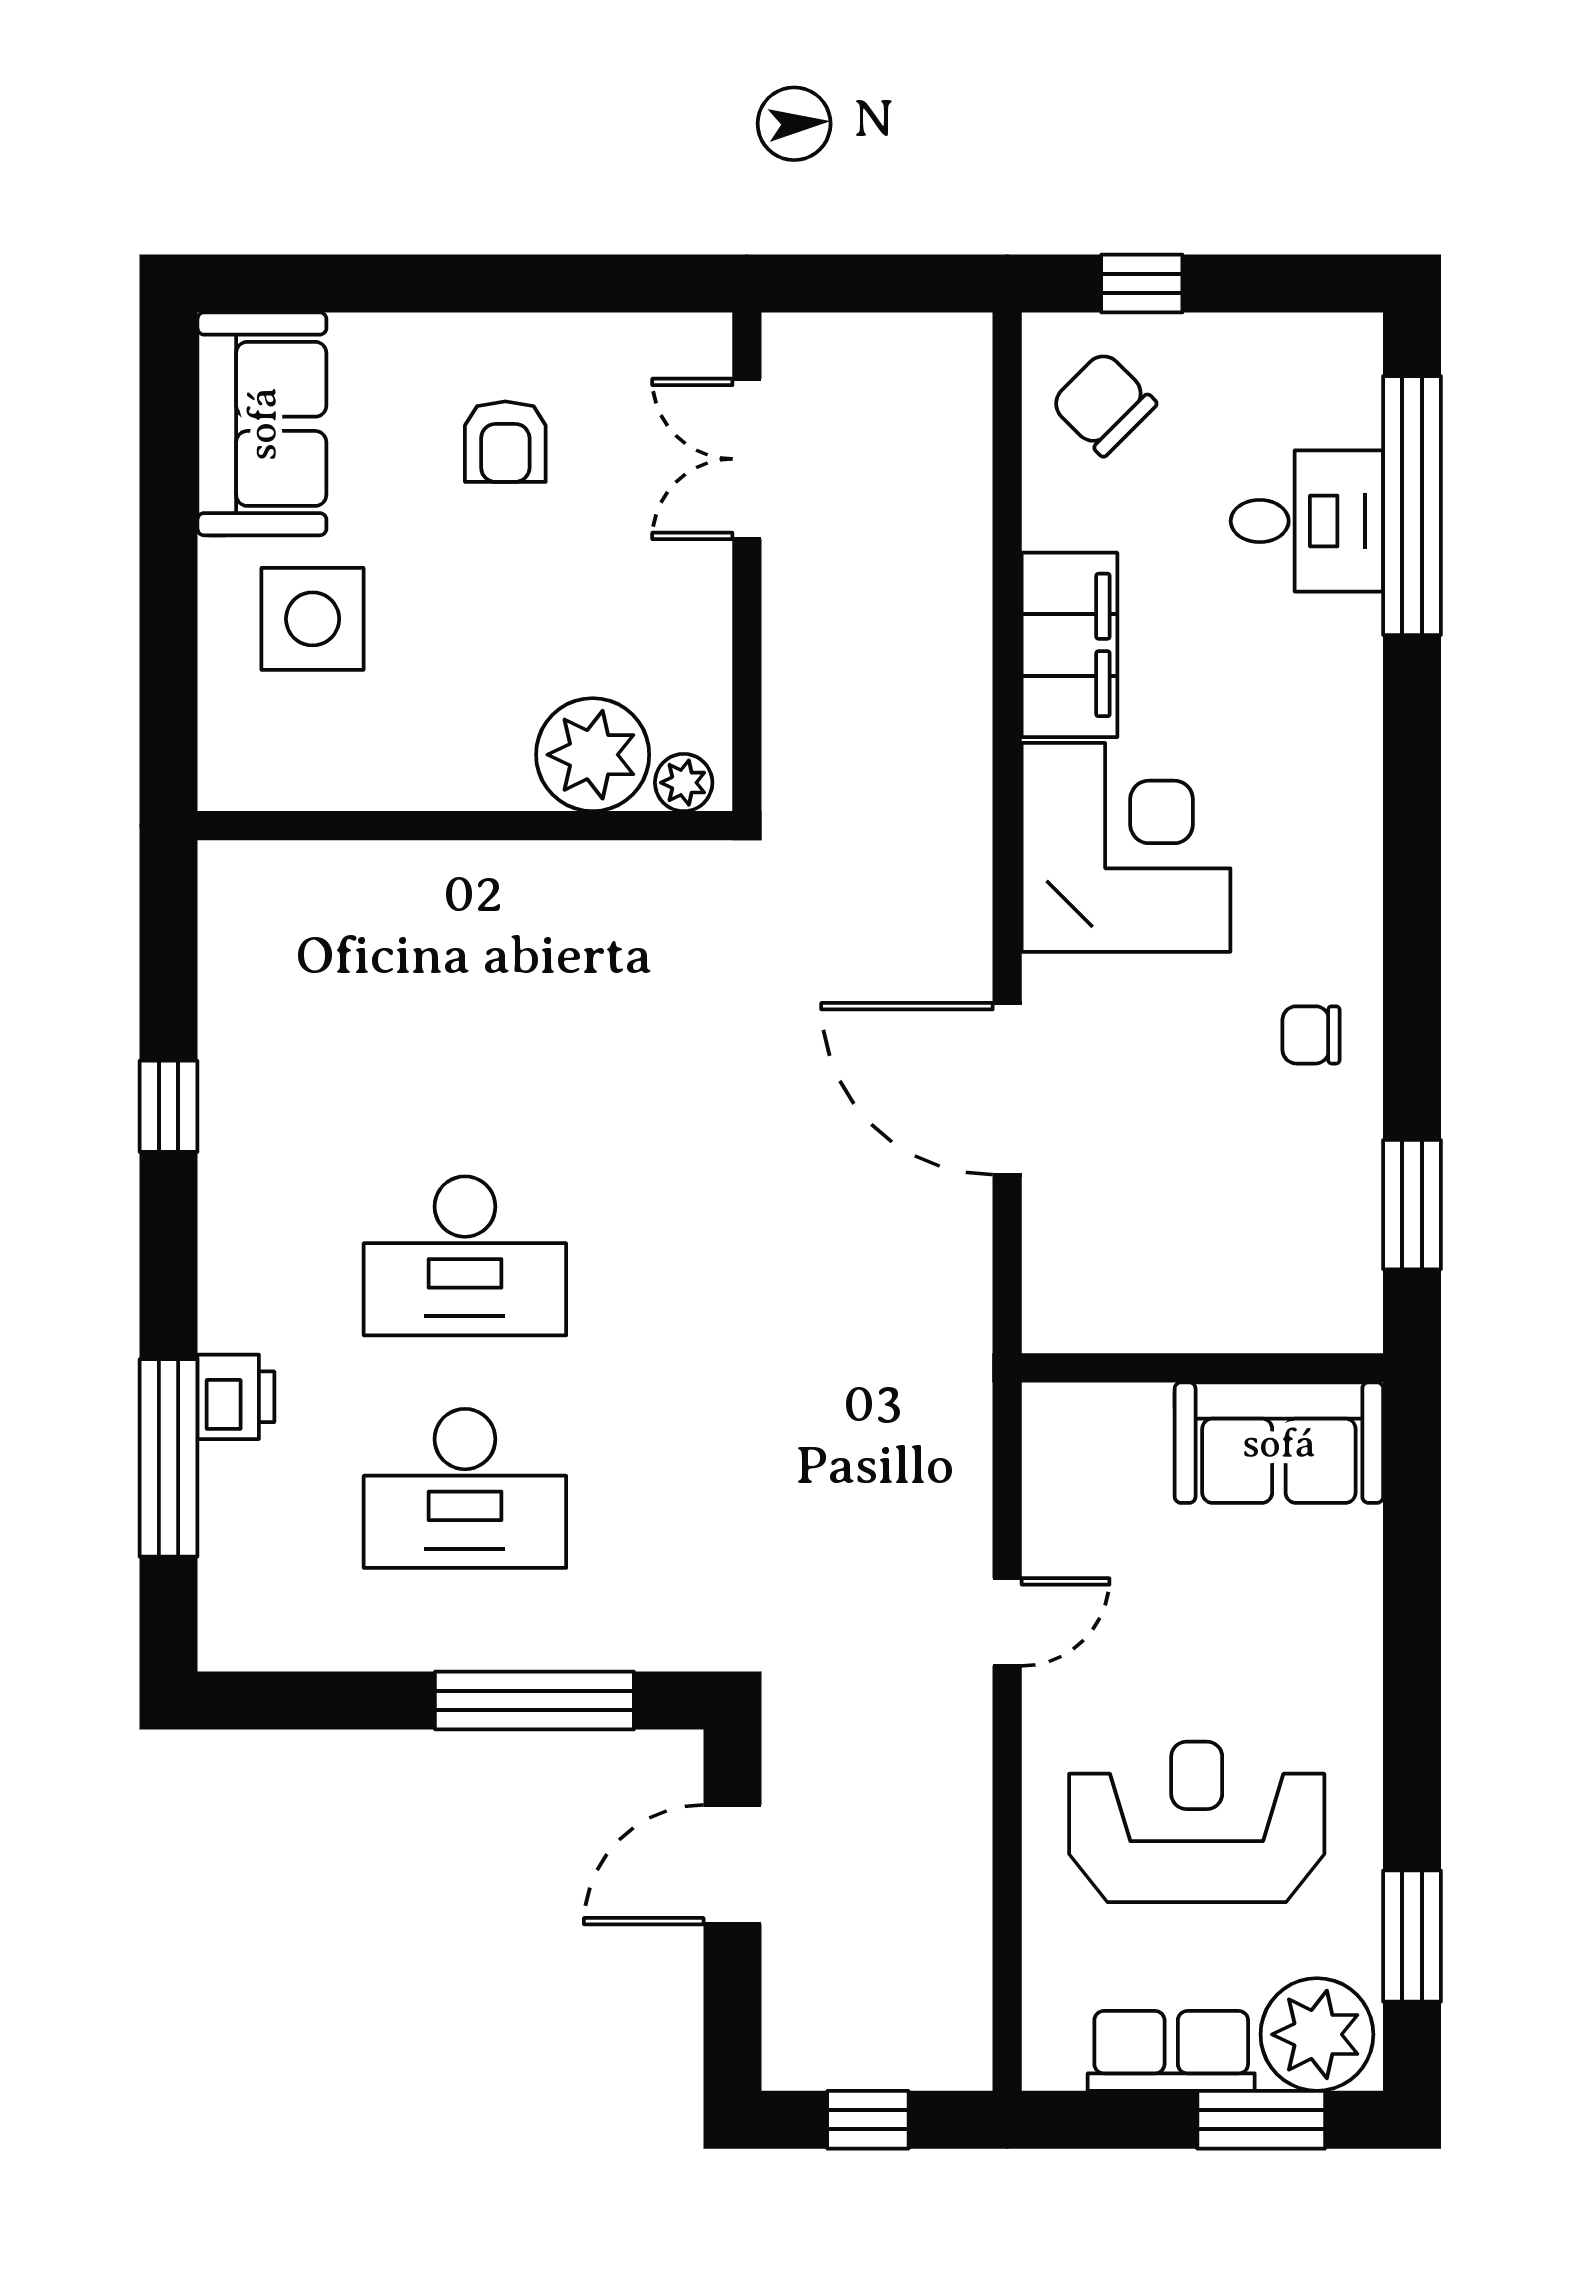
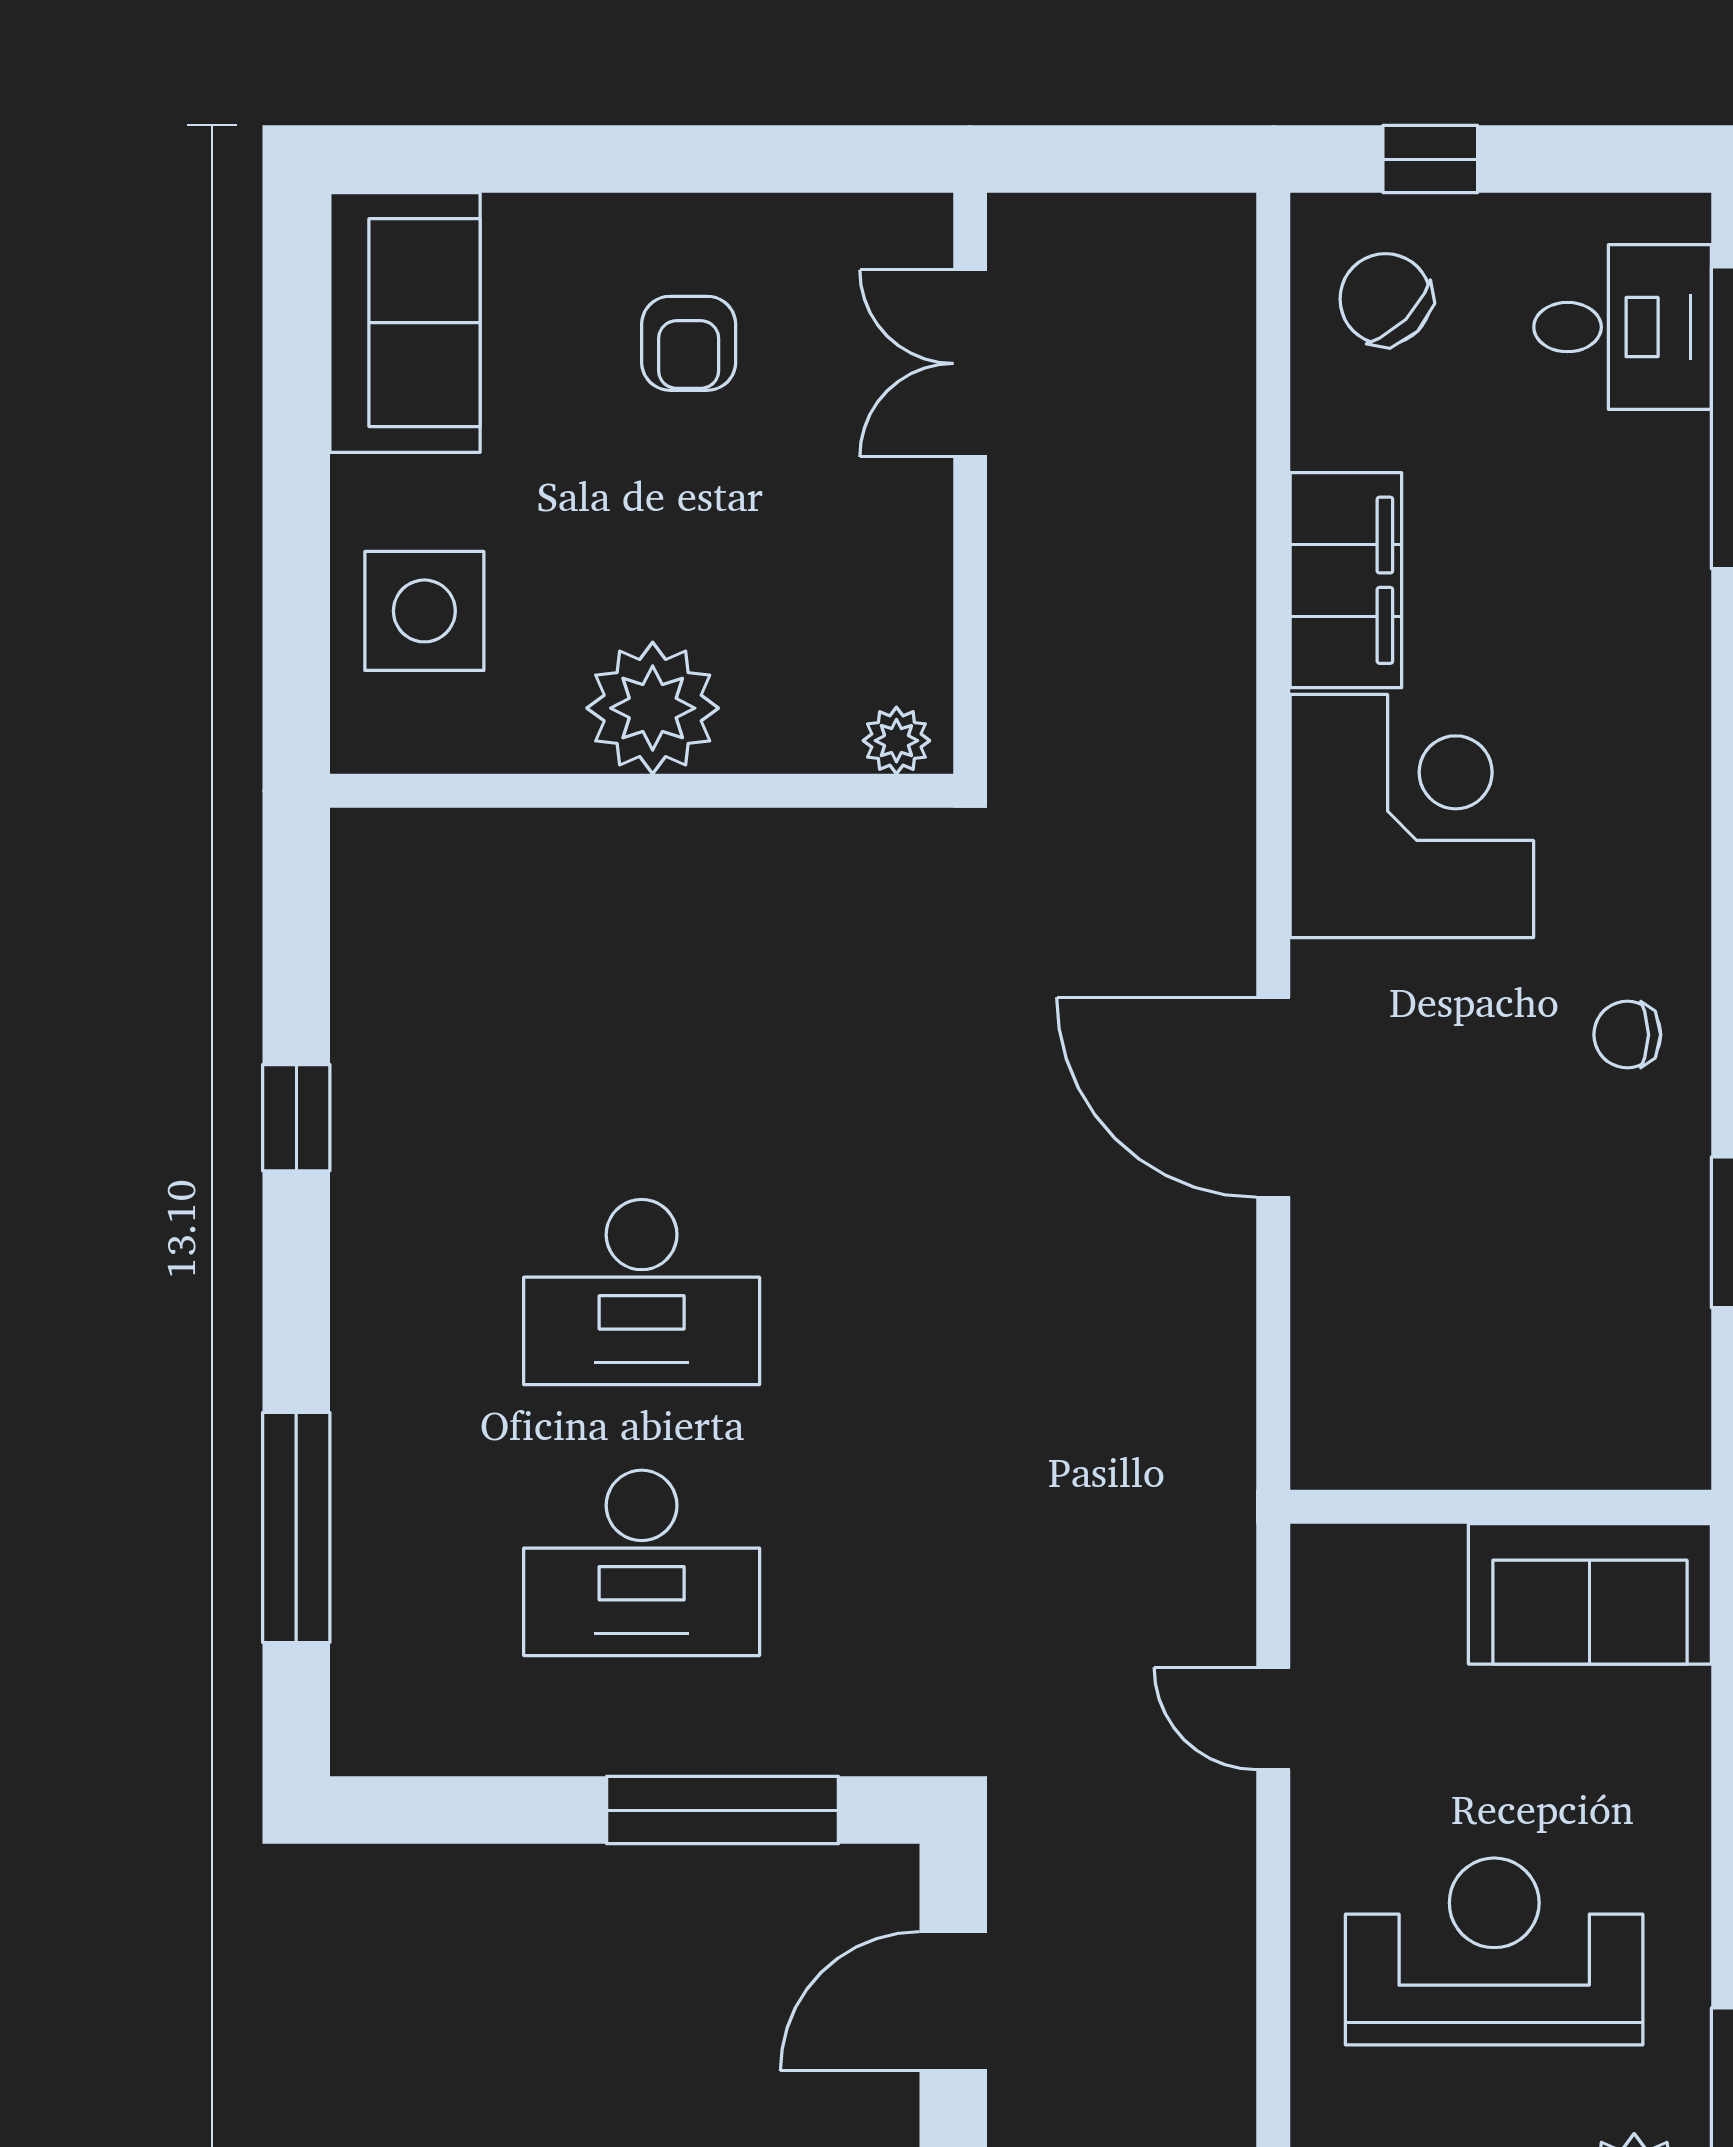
desk: (1307, 521) -> (1623, 327), moved
side table: (313, 619) -> (424, 611), moved
plant: (593, 755) -> (653, 708), moved
wall: (1202, 1368) -> (1501, 1507), moved
printer: (236, 1397) -> (375, 1456), removed
sofa: (1279, 1443) -> (1590, 1594), moved
door: (1007, 1622) -> (1273, 1719), swing flipped

